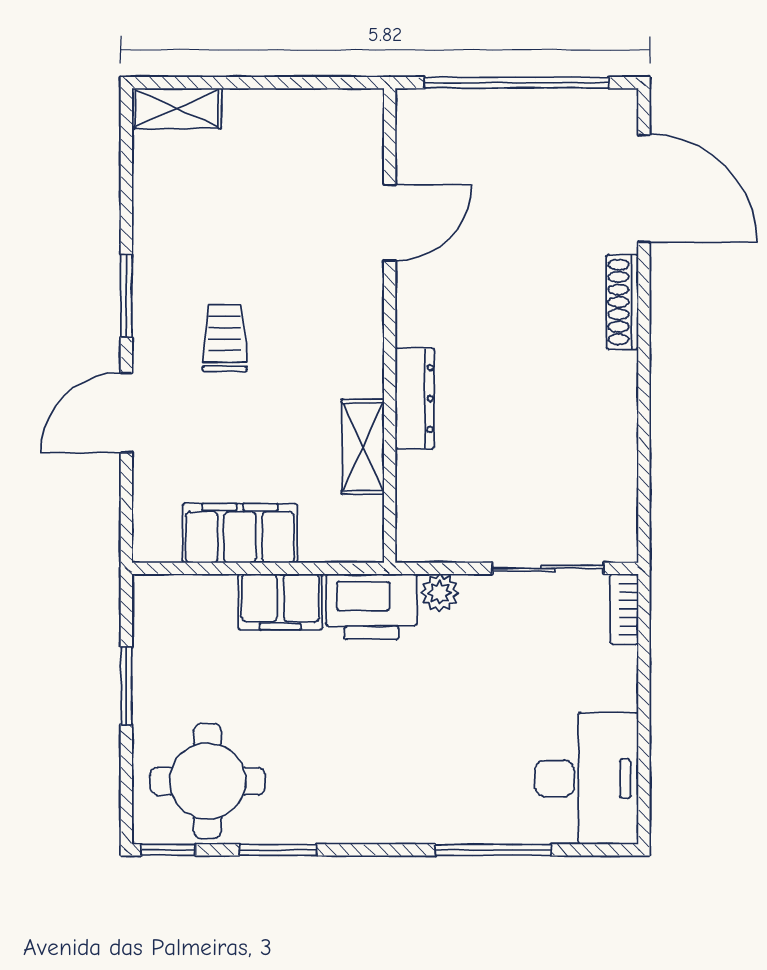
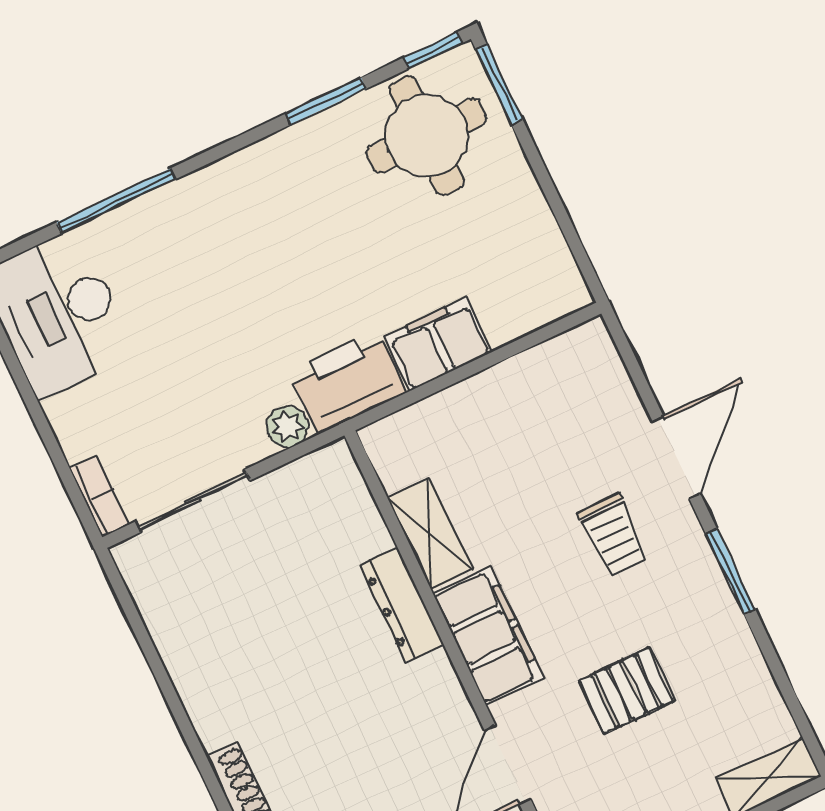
pallet: (261, 237) -> (627, 691), added
trolley: (225, 338) -> (613, 536), moved
filing cabinet: (240, 533) -> (488, 636), moved, turned -90
window: (126, 686) -> (499, 84), moved

